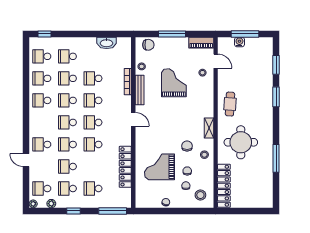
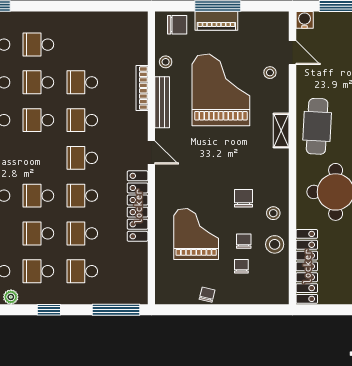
water cooler: (239, 42) -> (305, 20), moved
washbasin: (107, 43) -> (105, 21), removed
piano: (201, 43) -> (216, 21), moved
grand piano: (174, 83) -> (221, 90), width x1.37, depth x1.48
cafe table: (230, 104) -> (317, 126), width x1.37, depth x1.35
school desk: (67, 122) -> (82, 233), moved
shelving: (209, 128) -> (281, 131), moved
locker: (125, 167) -> (138, 206), moved
grand piano: (159, 167) -> (196, 234), turned 90
stool: (200, 195) -> (275, 244), moved

